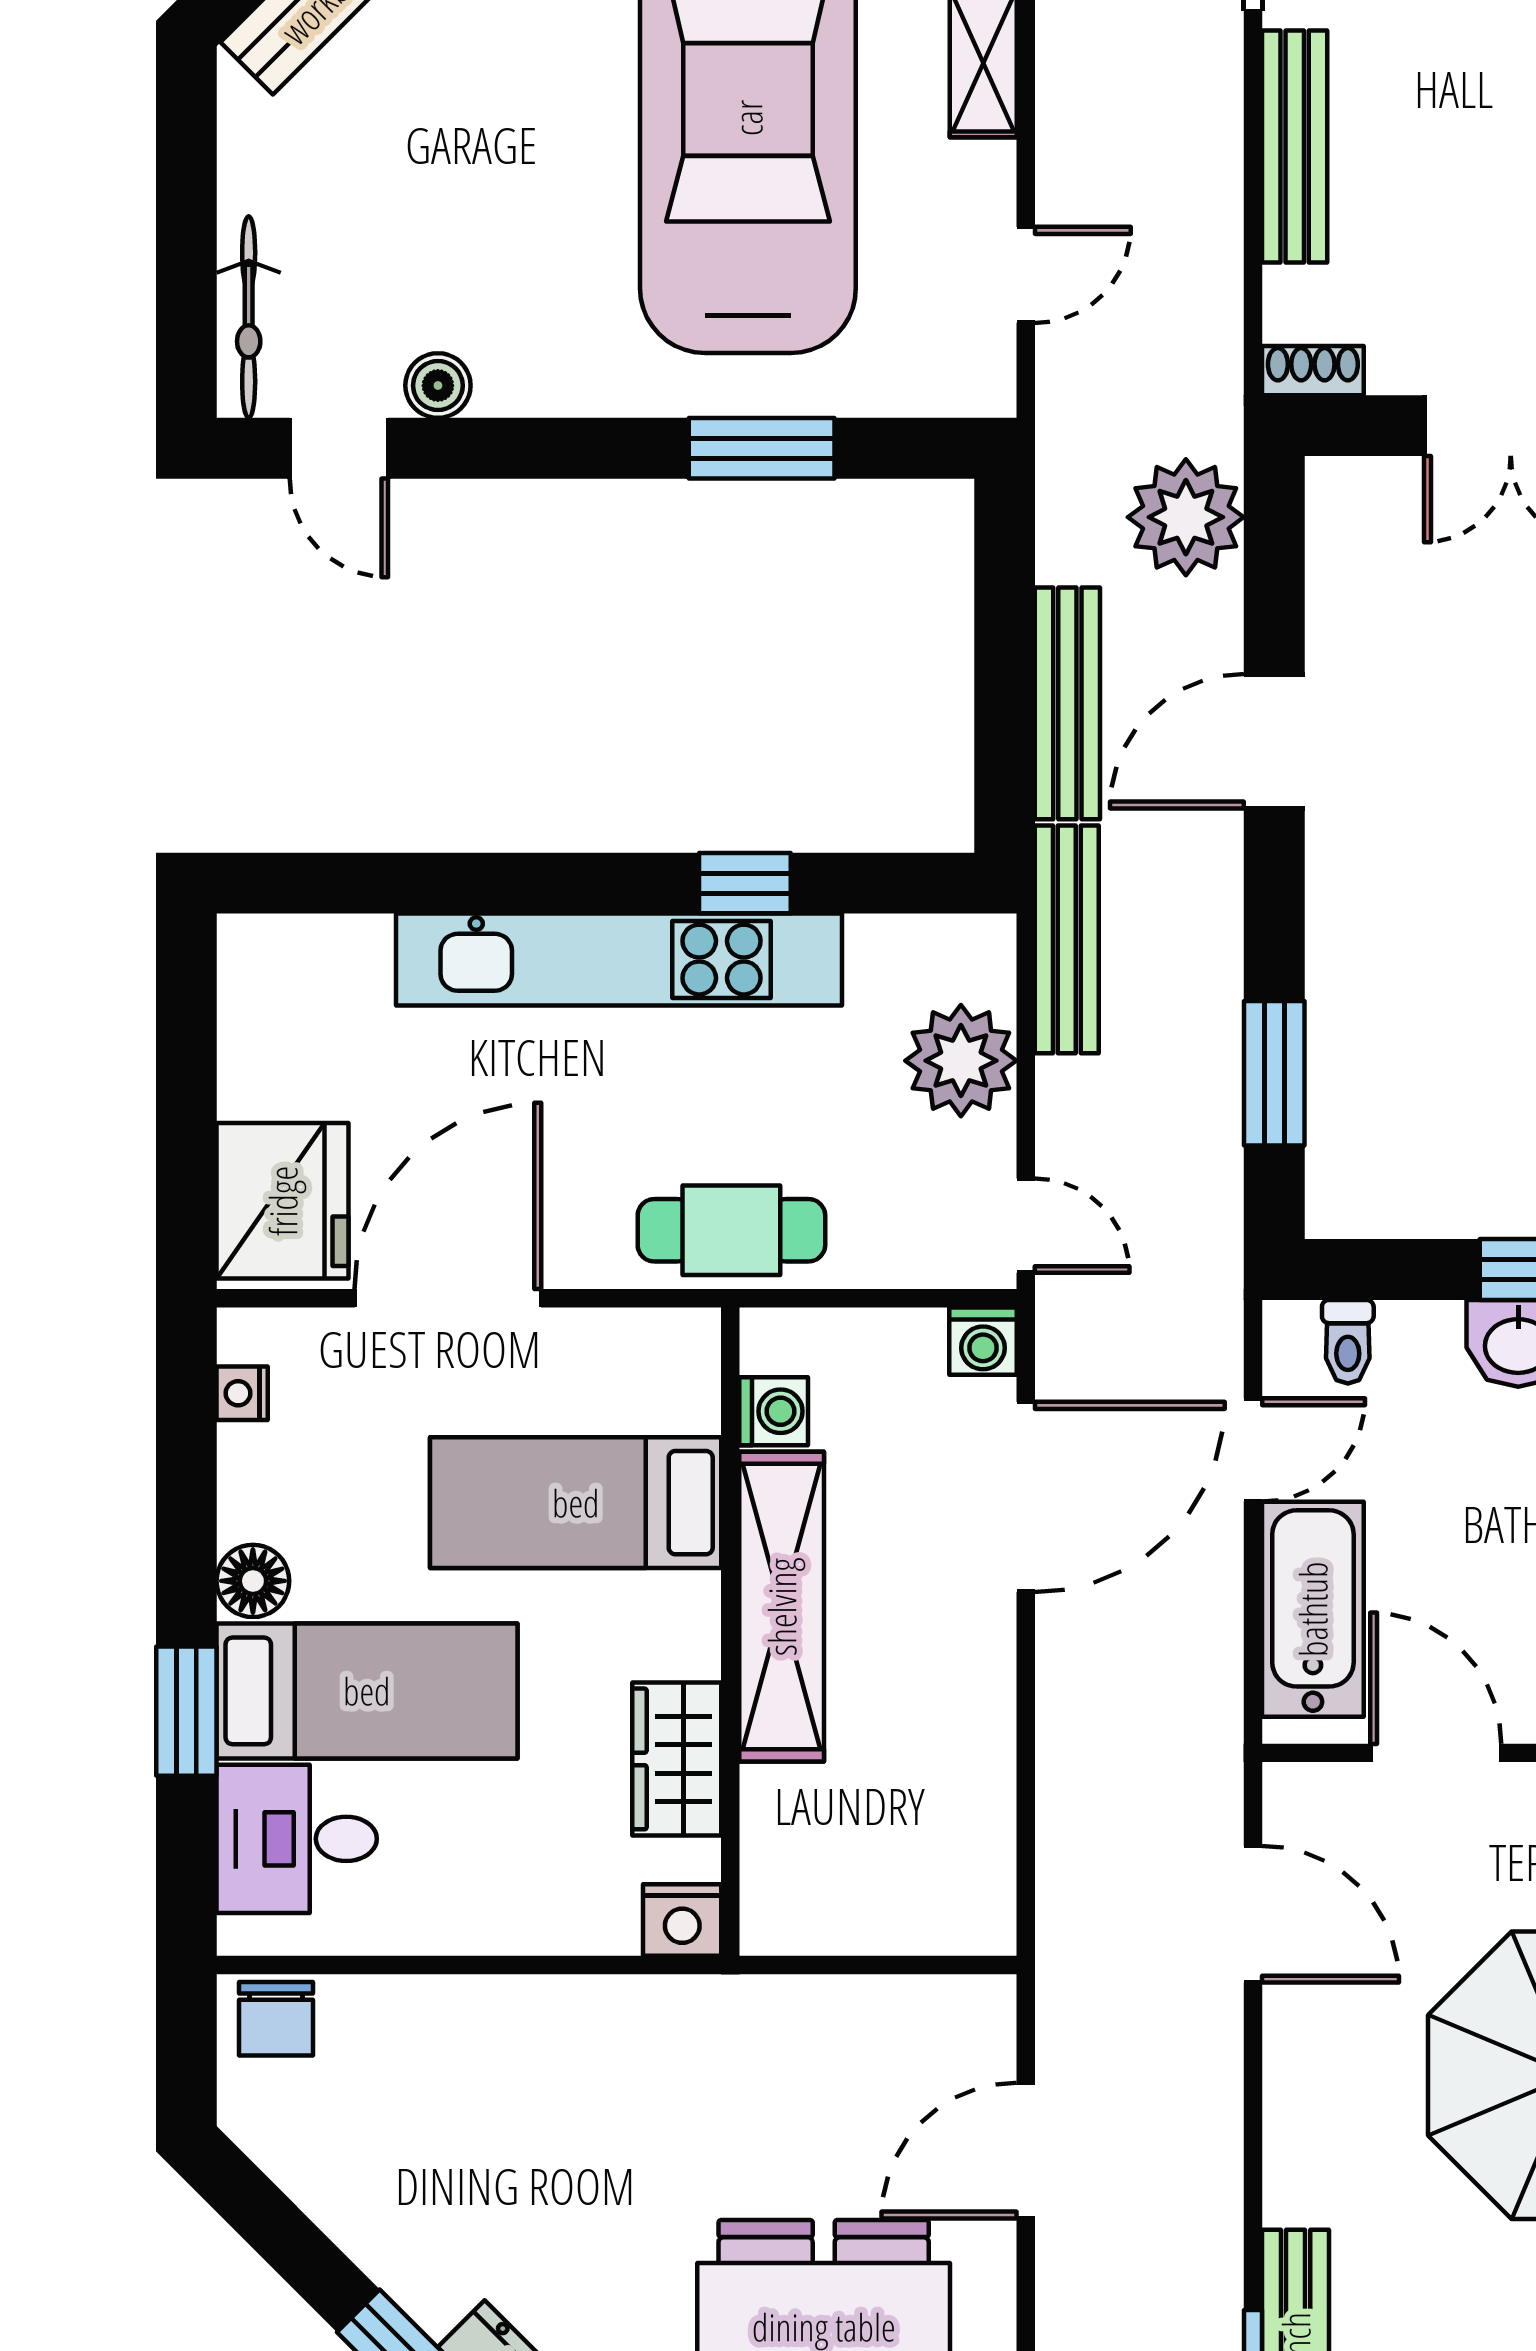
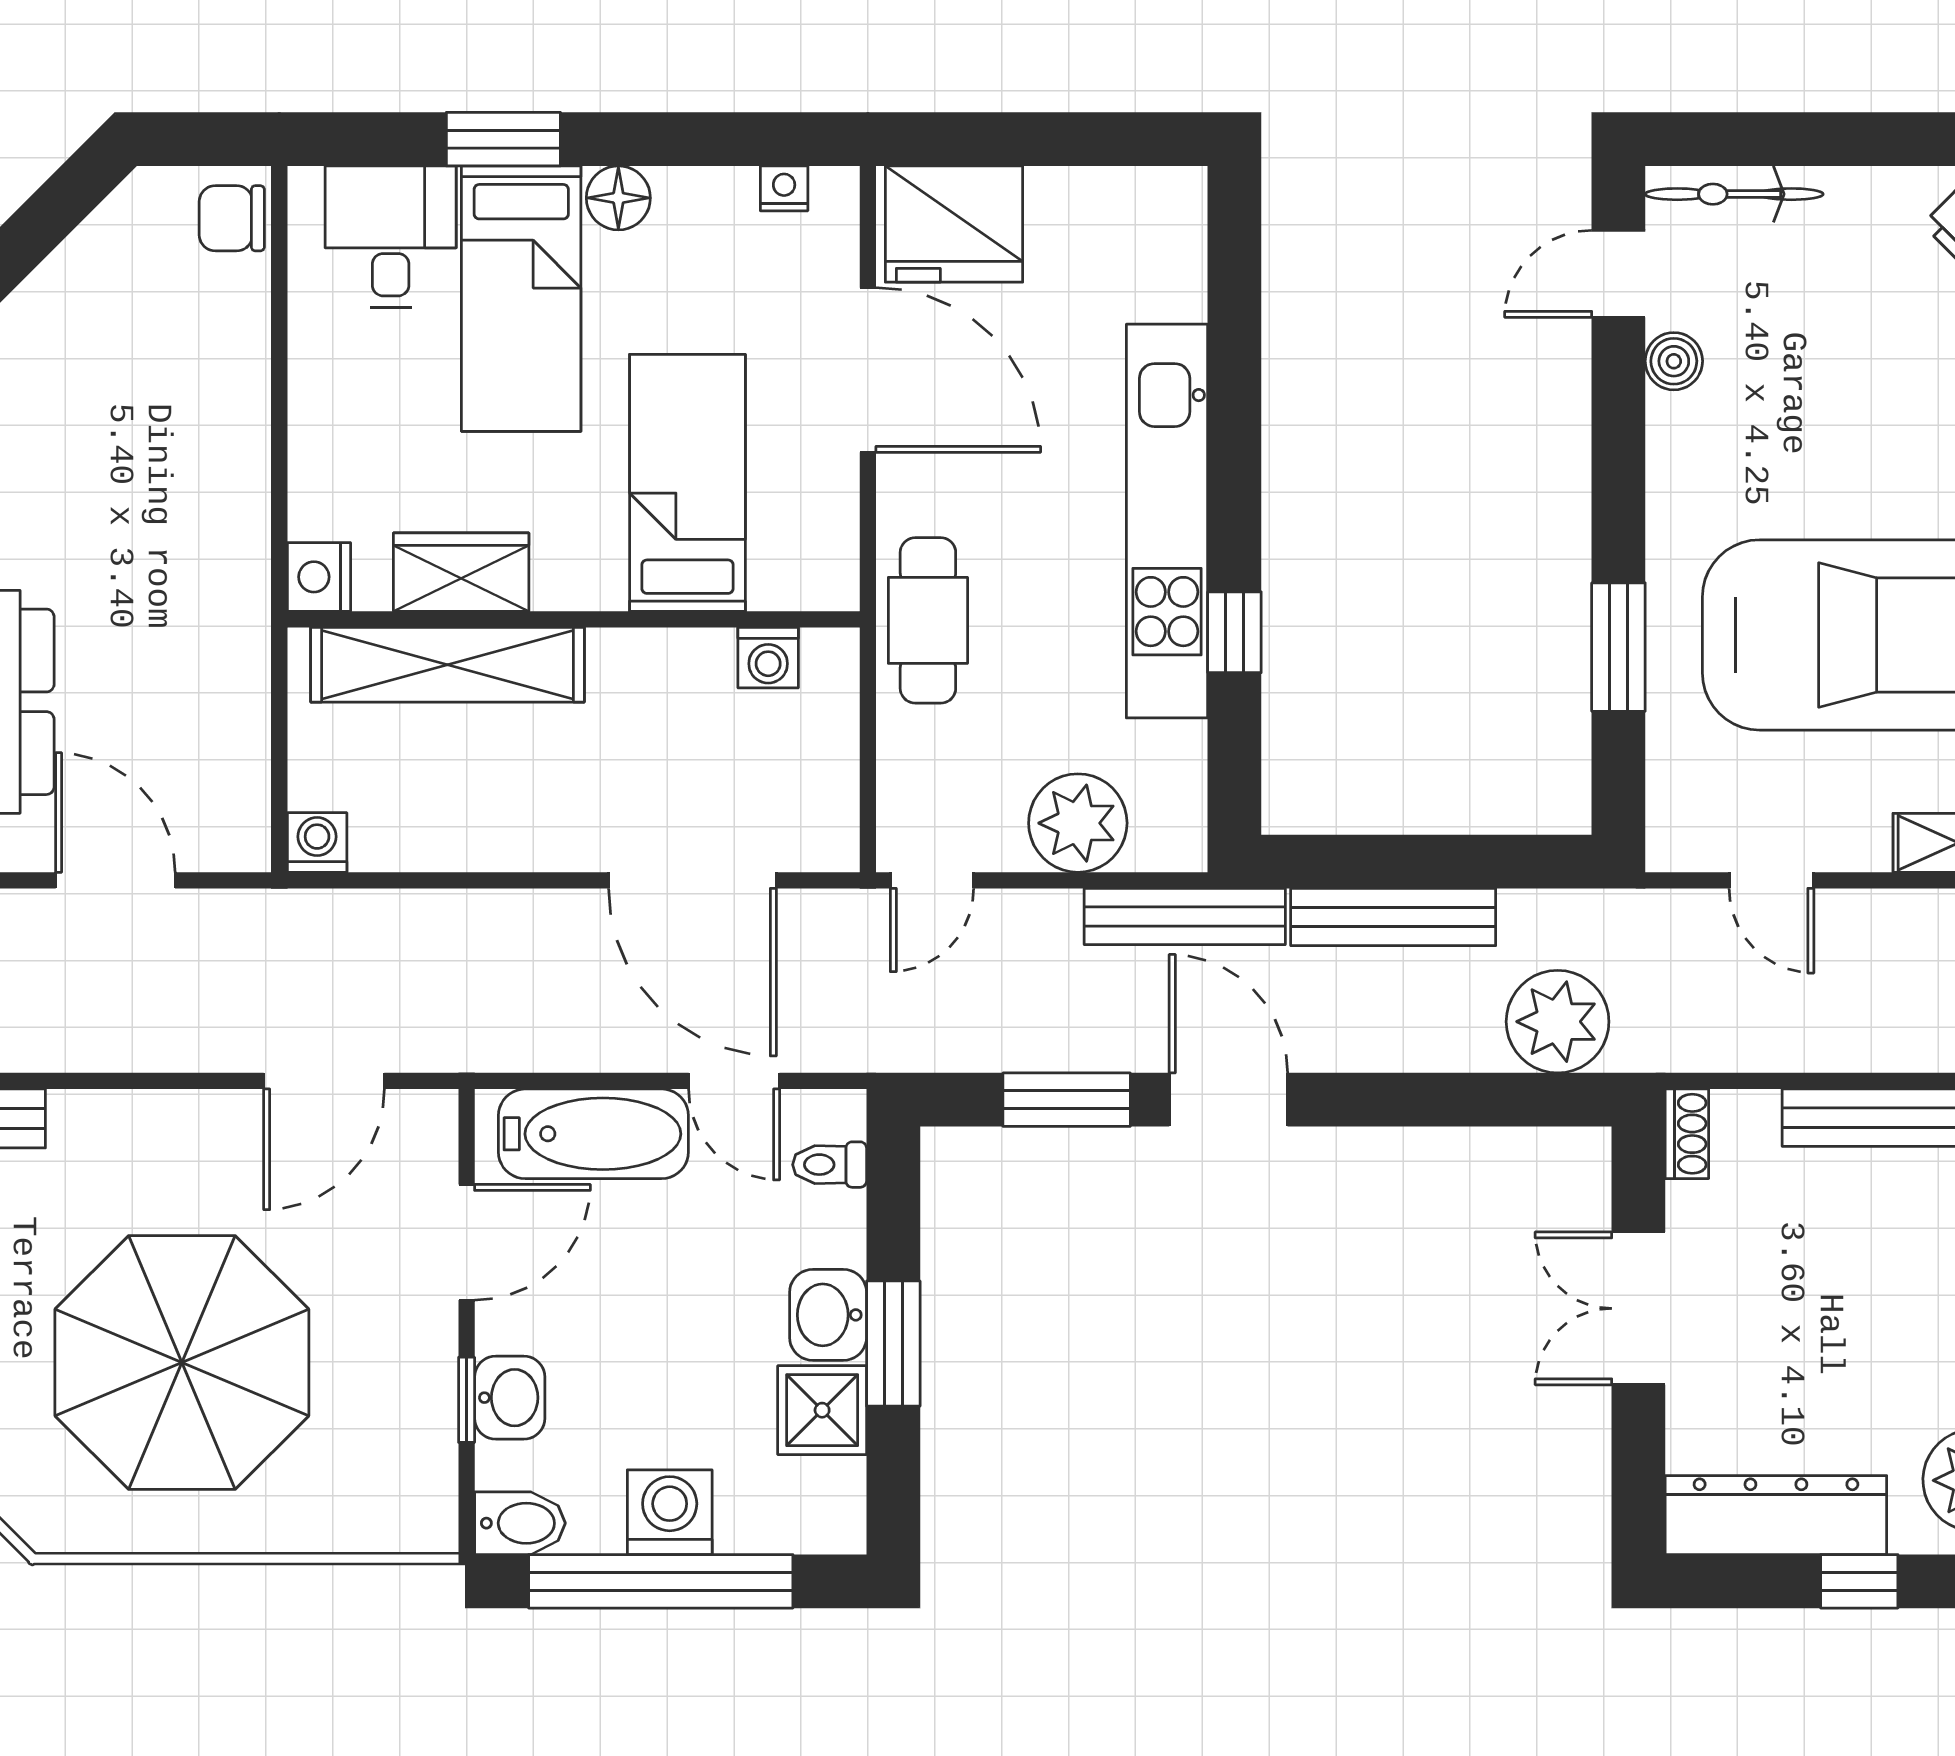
door: (1274, 741) -> (1228, 1100), moved
washing machine: (983, 1341) -> (317, 842), moved, turned 90
shelving: (782, 1607) -> (448, 665), moved

